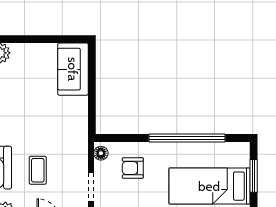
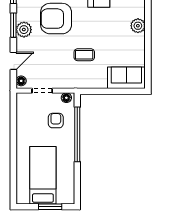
window: (187, 138) -> (77, 134), moved
coffee table: (38, 170) -> (84, 55), moved

